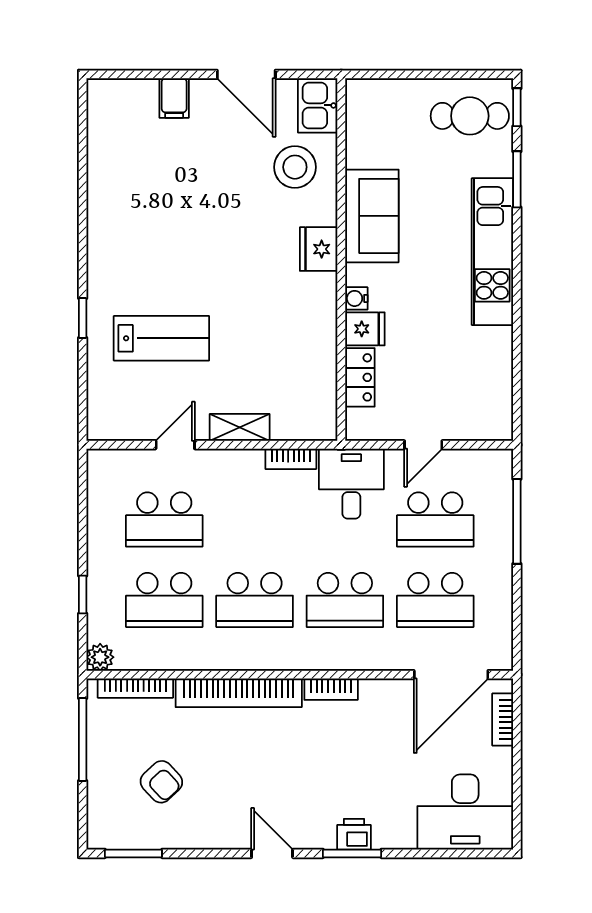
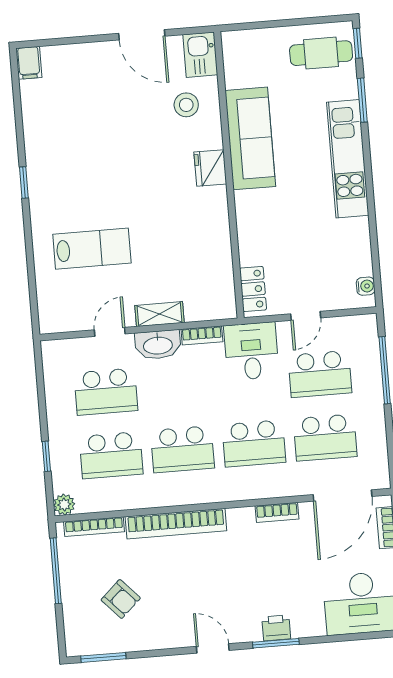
filing cabinet: (174, 98) -> (29, 63), moved
stool: (295, 167) -> (186, 105), width x0.73, depth x0.73
sofa: (372, 216) -> (250, 138), width x1.36
water cooler: (356, 298) -> (366, 286), moved, turned 180
window: (83, 318) -> (24, 182), moved
fridge: (365, 329) -> (252, 228), removed
locker: (360, 377) -> (253, 289), moved
washbasin: (234, 466) -> (158, 345), added
bookcase: (331, 689) -> (277, 512), moved

